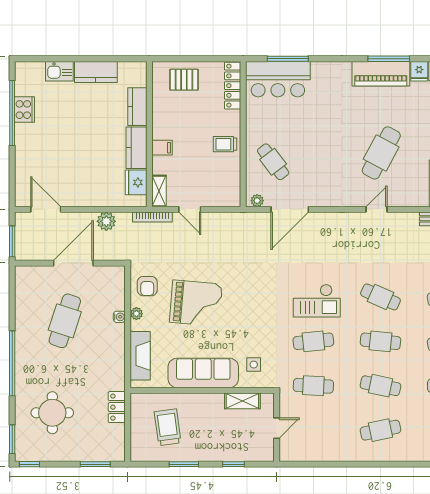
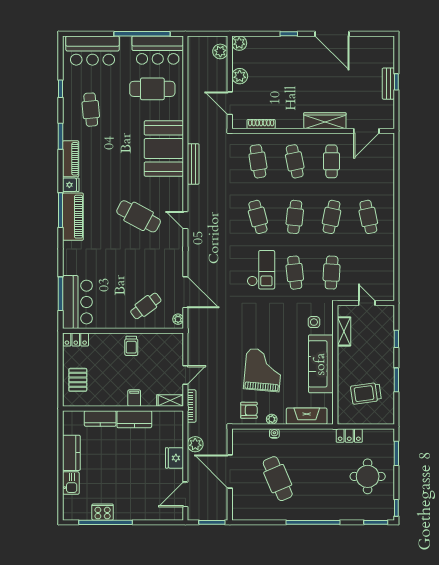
locker: (233, 86) -> (76, 340), width x0.66
fridge: (136, 182) -> (174, 458), moved, turned 90
cafe table: (380, 297) -> (258, 217), turned -39
cafe table: (65, 321) -> (278, 479), turned 49
round table: (52, 413) -> (368, 476), moved

